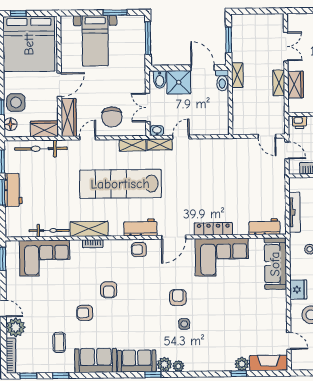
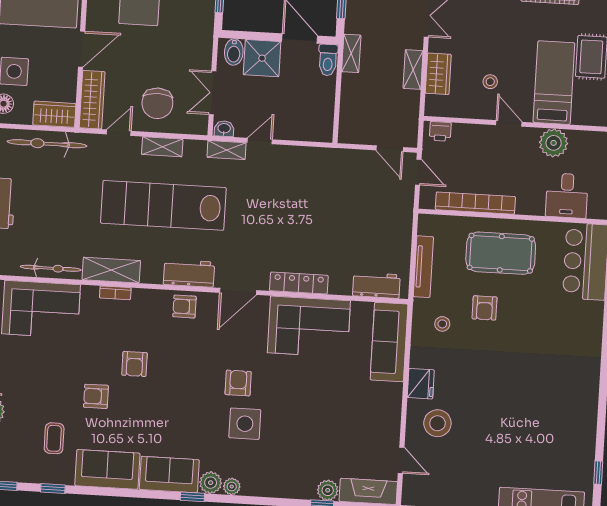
shelving: (133, 145) -> (162, 147), moved
side table: (184, 324) -> (245, 424), width x1.87, depth x1.87

